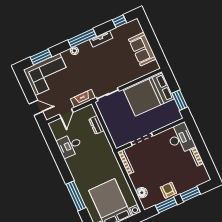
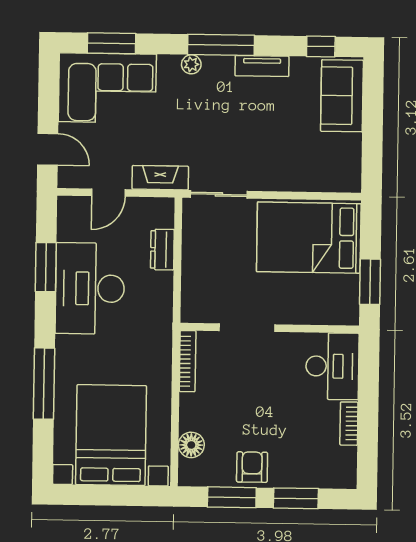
sofa: (142, 49) -> (342, 96), moved
desk: (70, 146) -> (90, 288), width x1.87, depth x1.30
window: (56, 152) -> (46, 267), added

